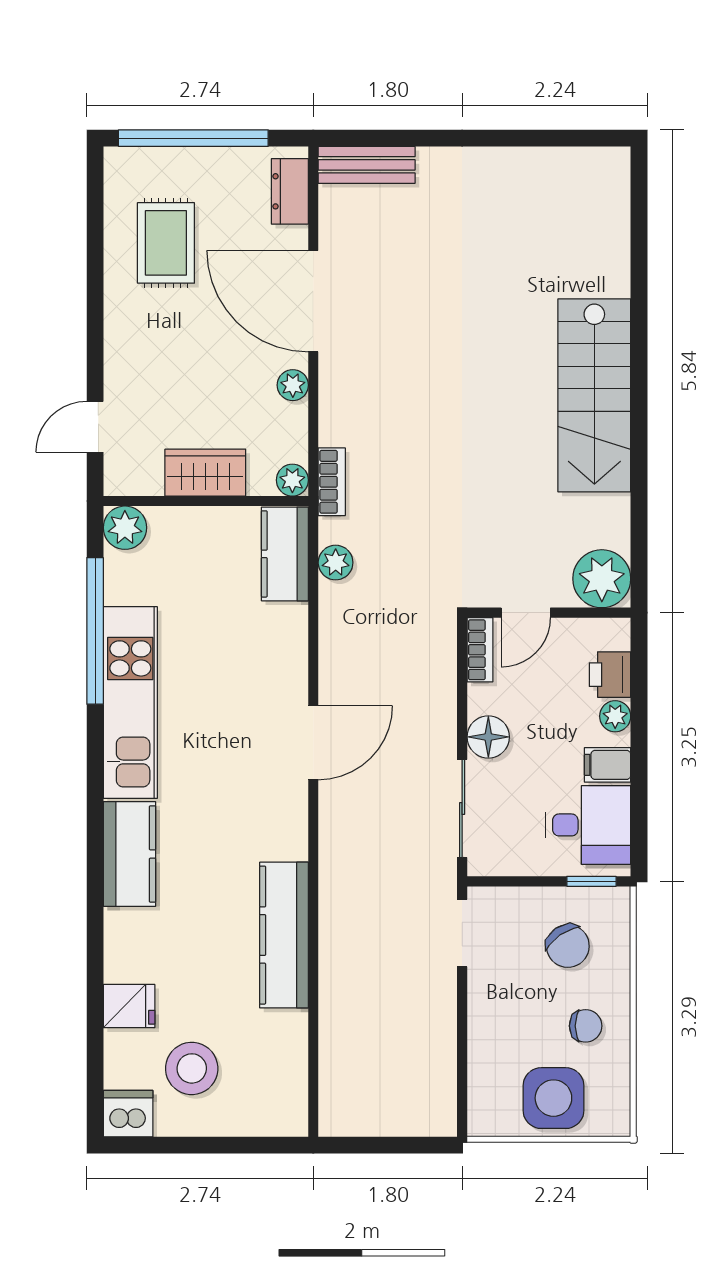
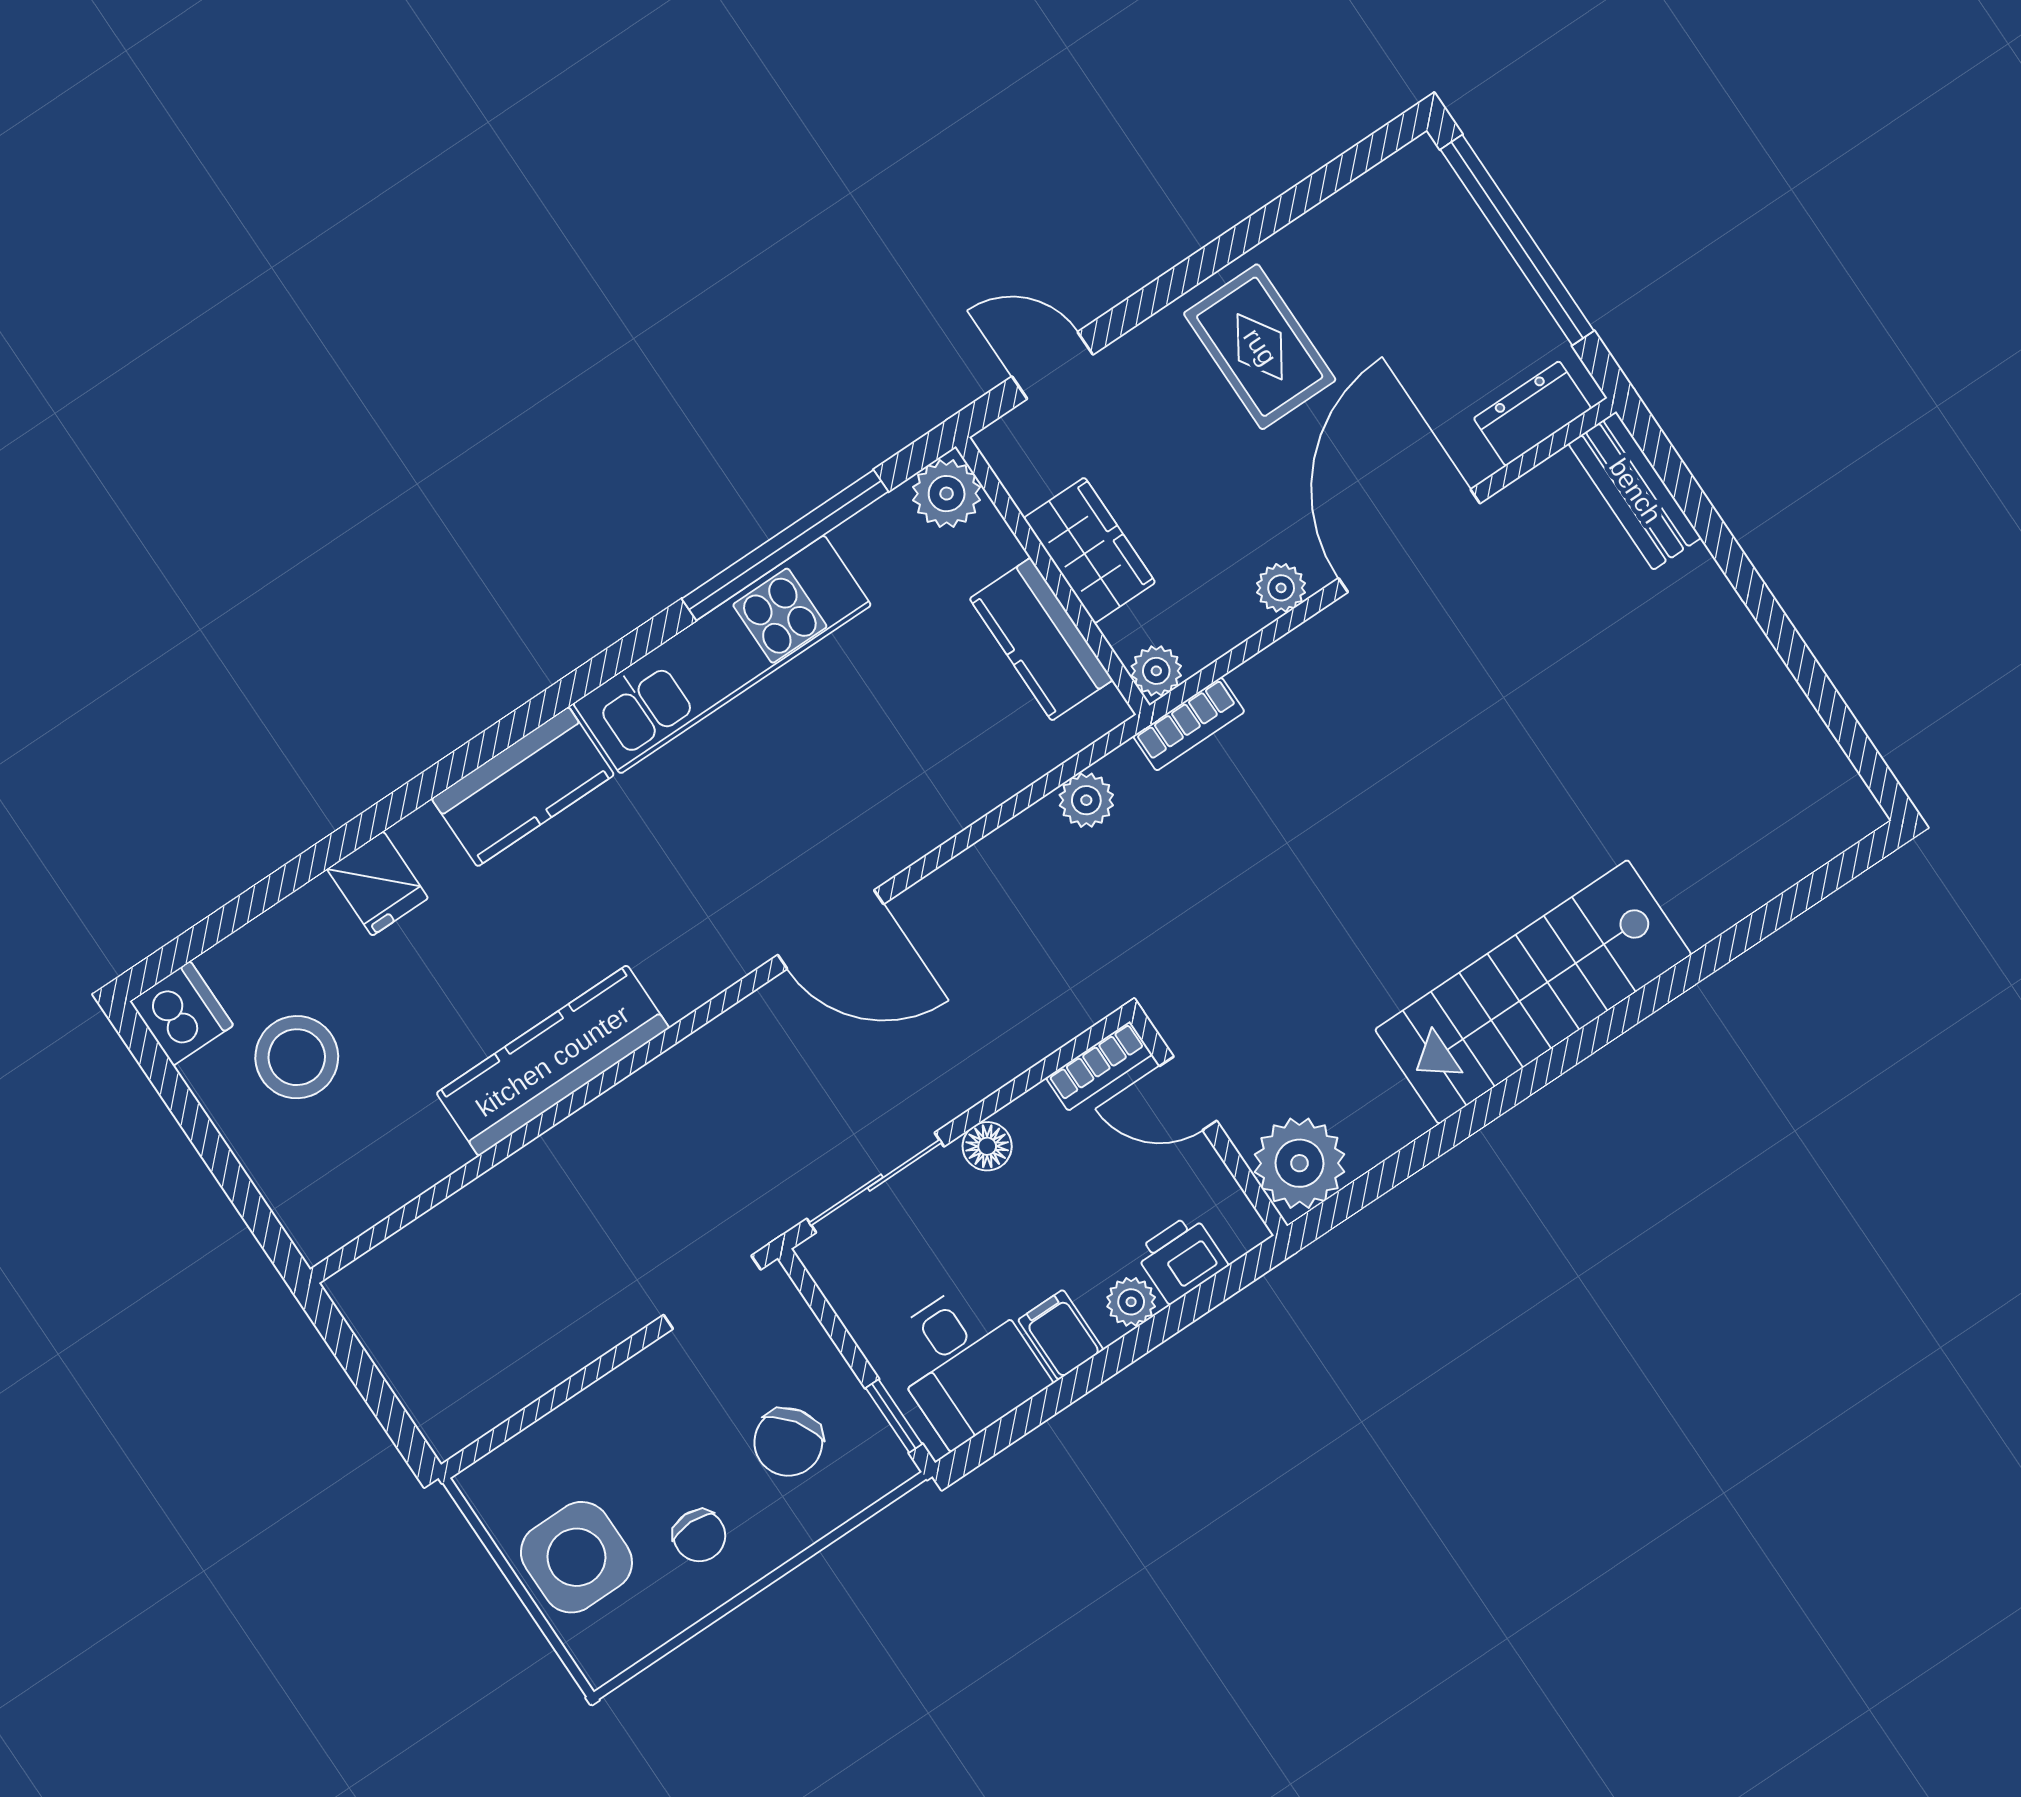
rug: (166, 243) -> (1260, 347), moved, turned 90
kitchen counter: (285, 554) -> (1041, 639), moved, turned -90
floor lamp: (488, 737) -> (987, 1146), width x0.73, depth x0.73
fridge: (129, 1006) -> (378, 884), moved

